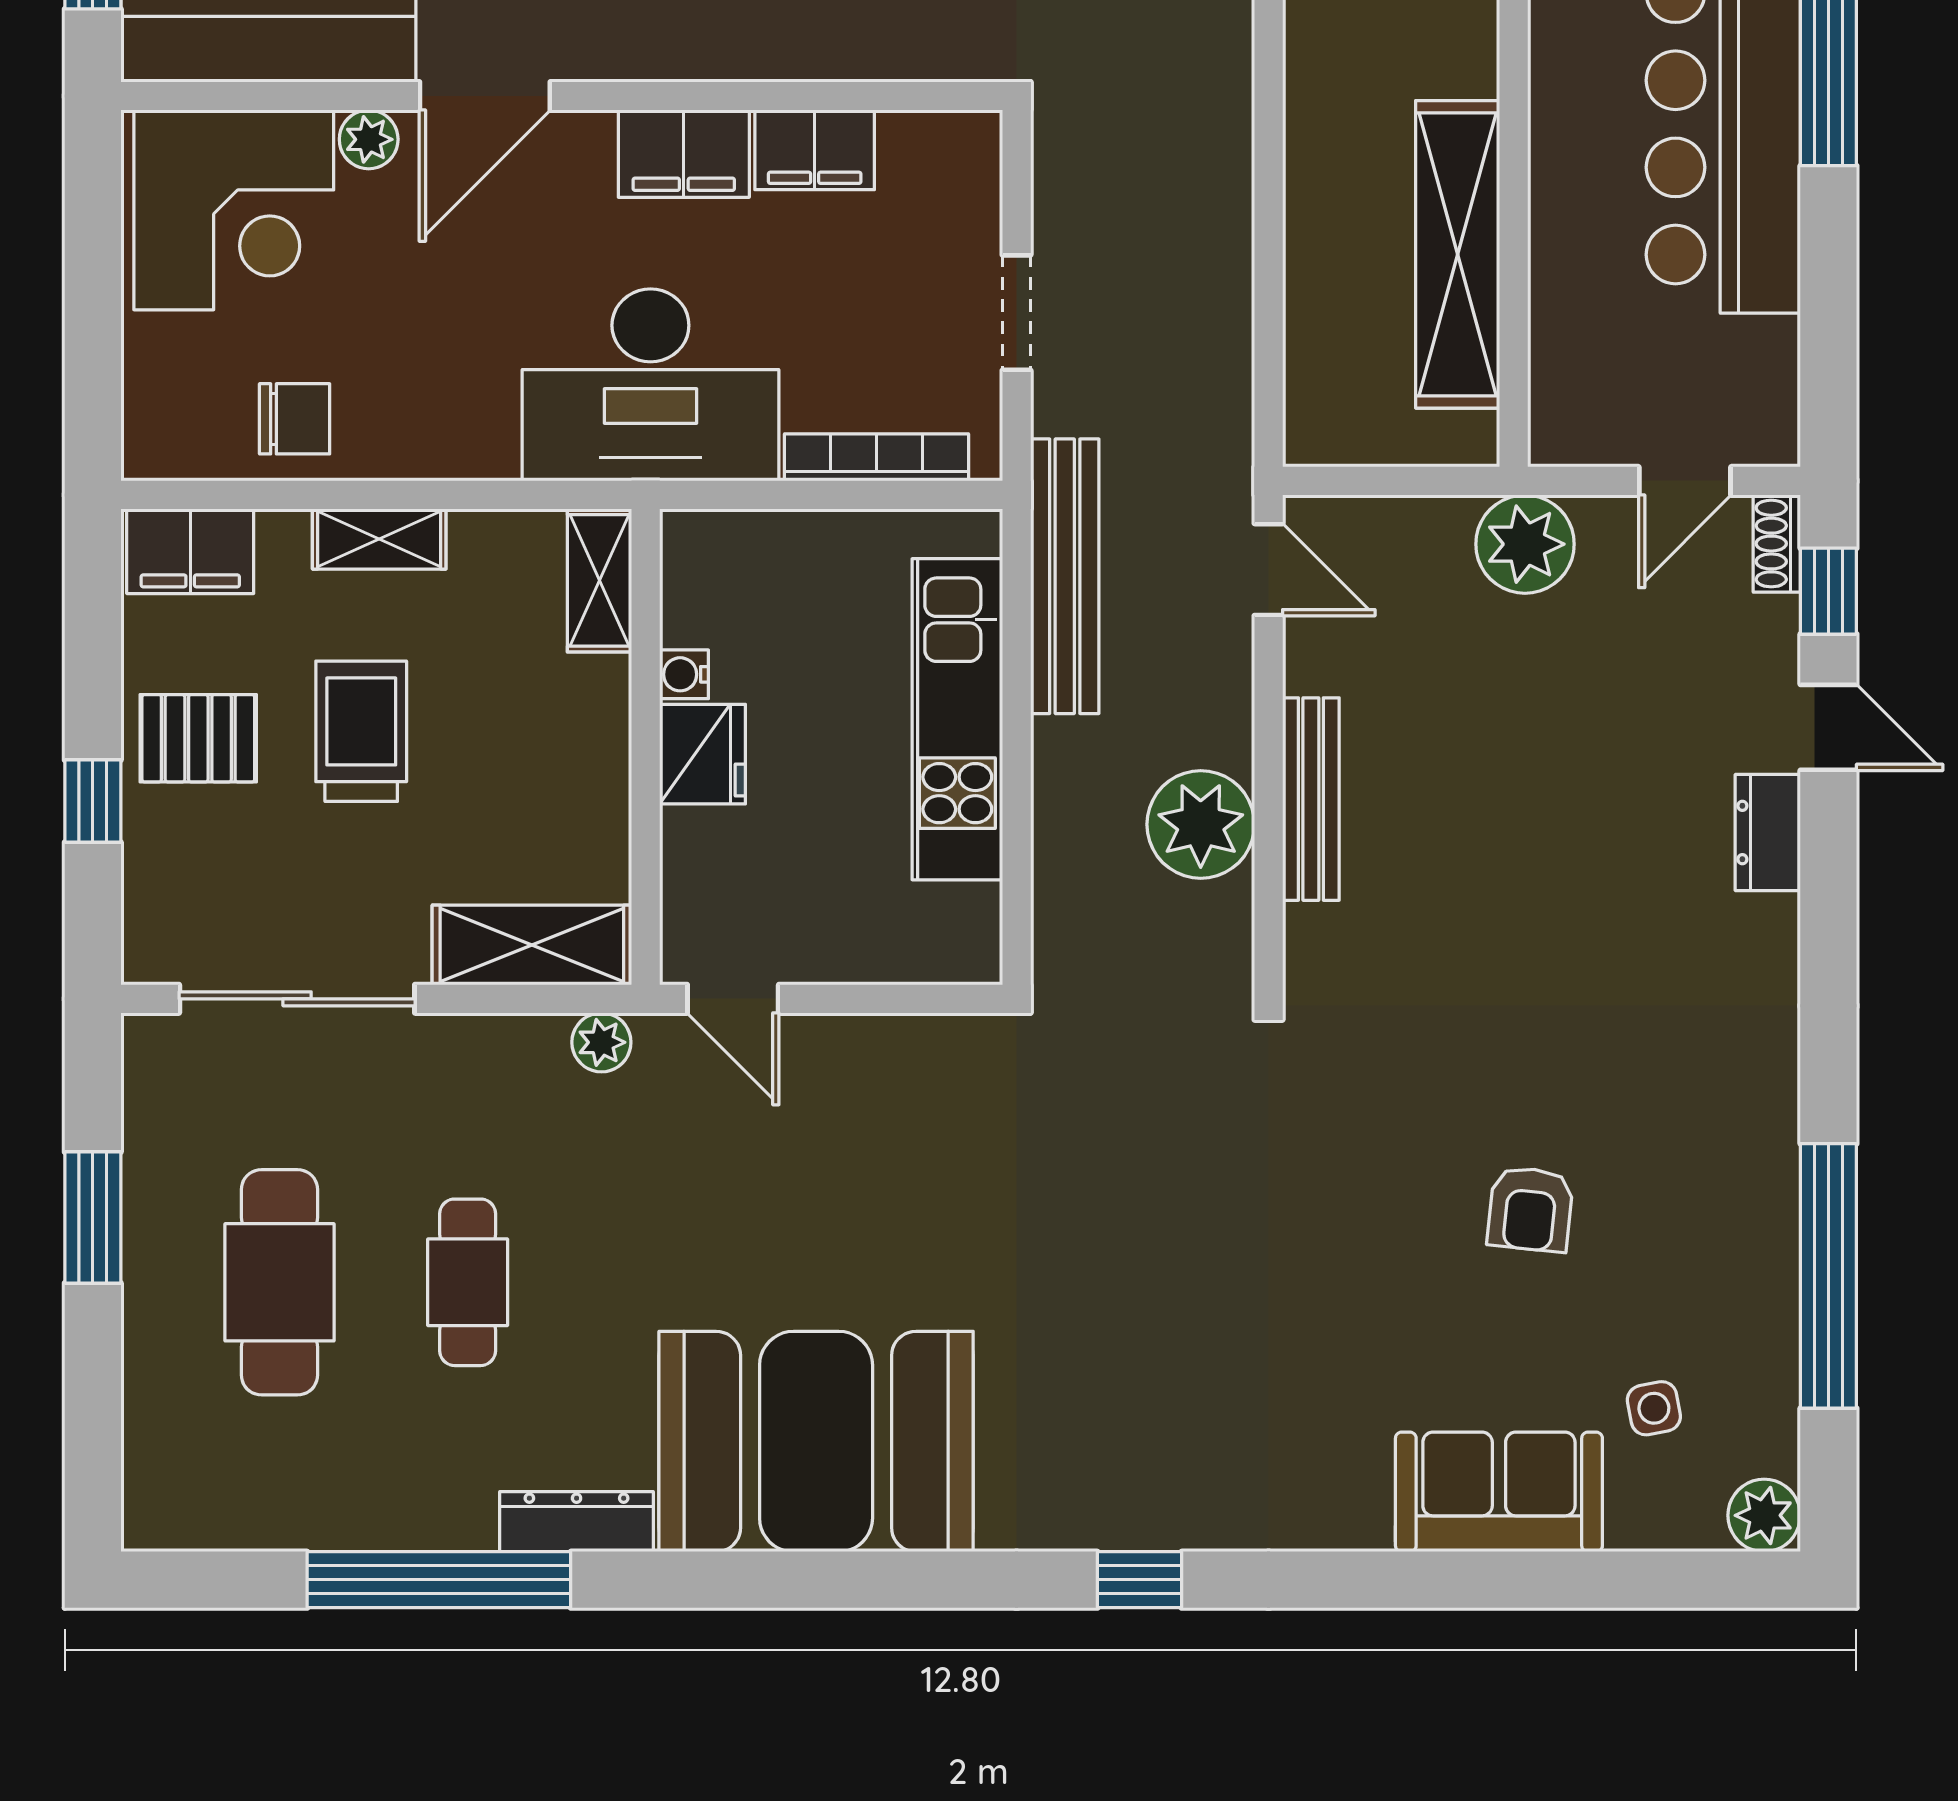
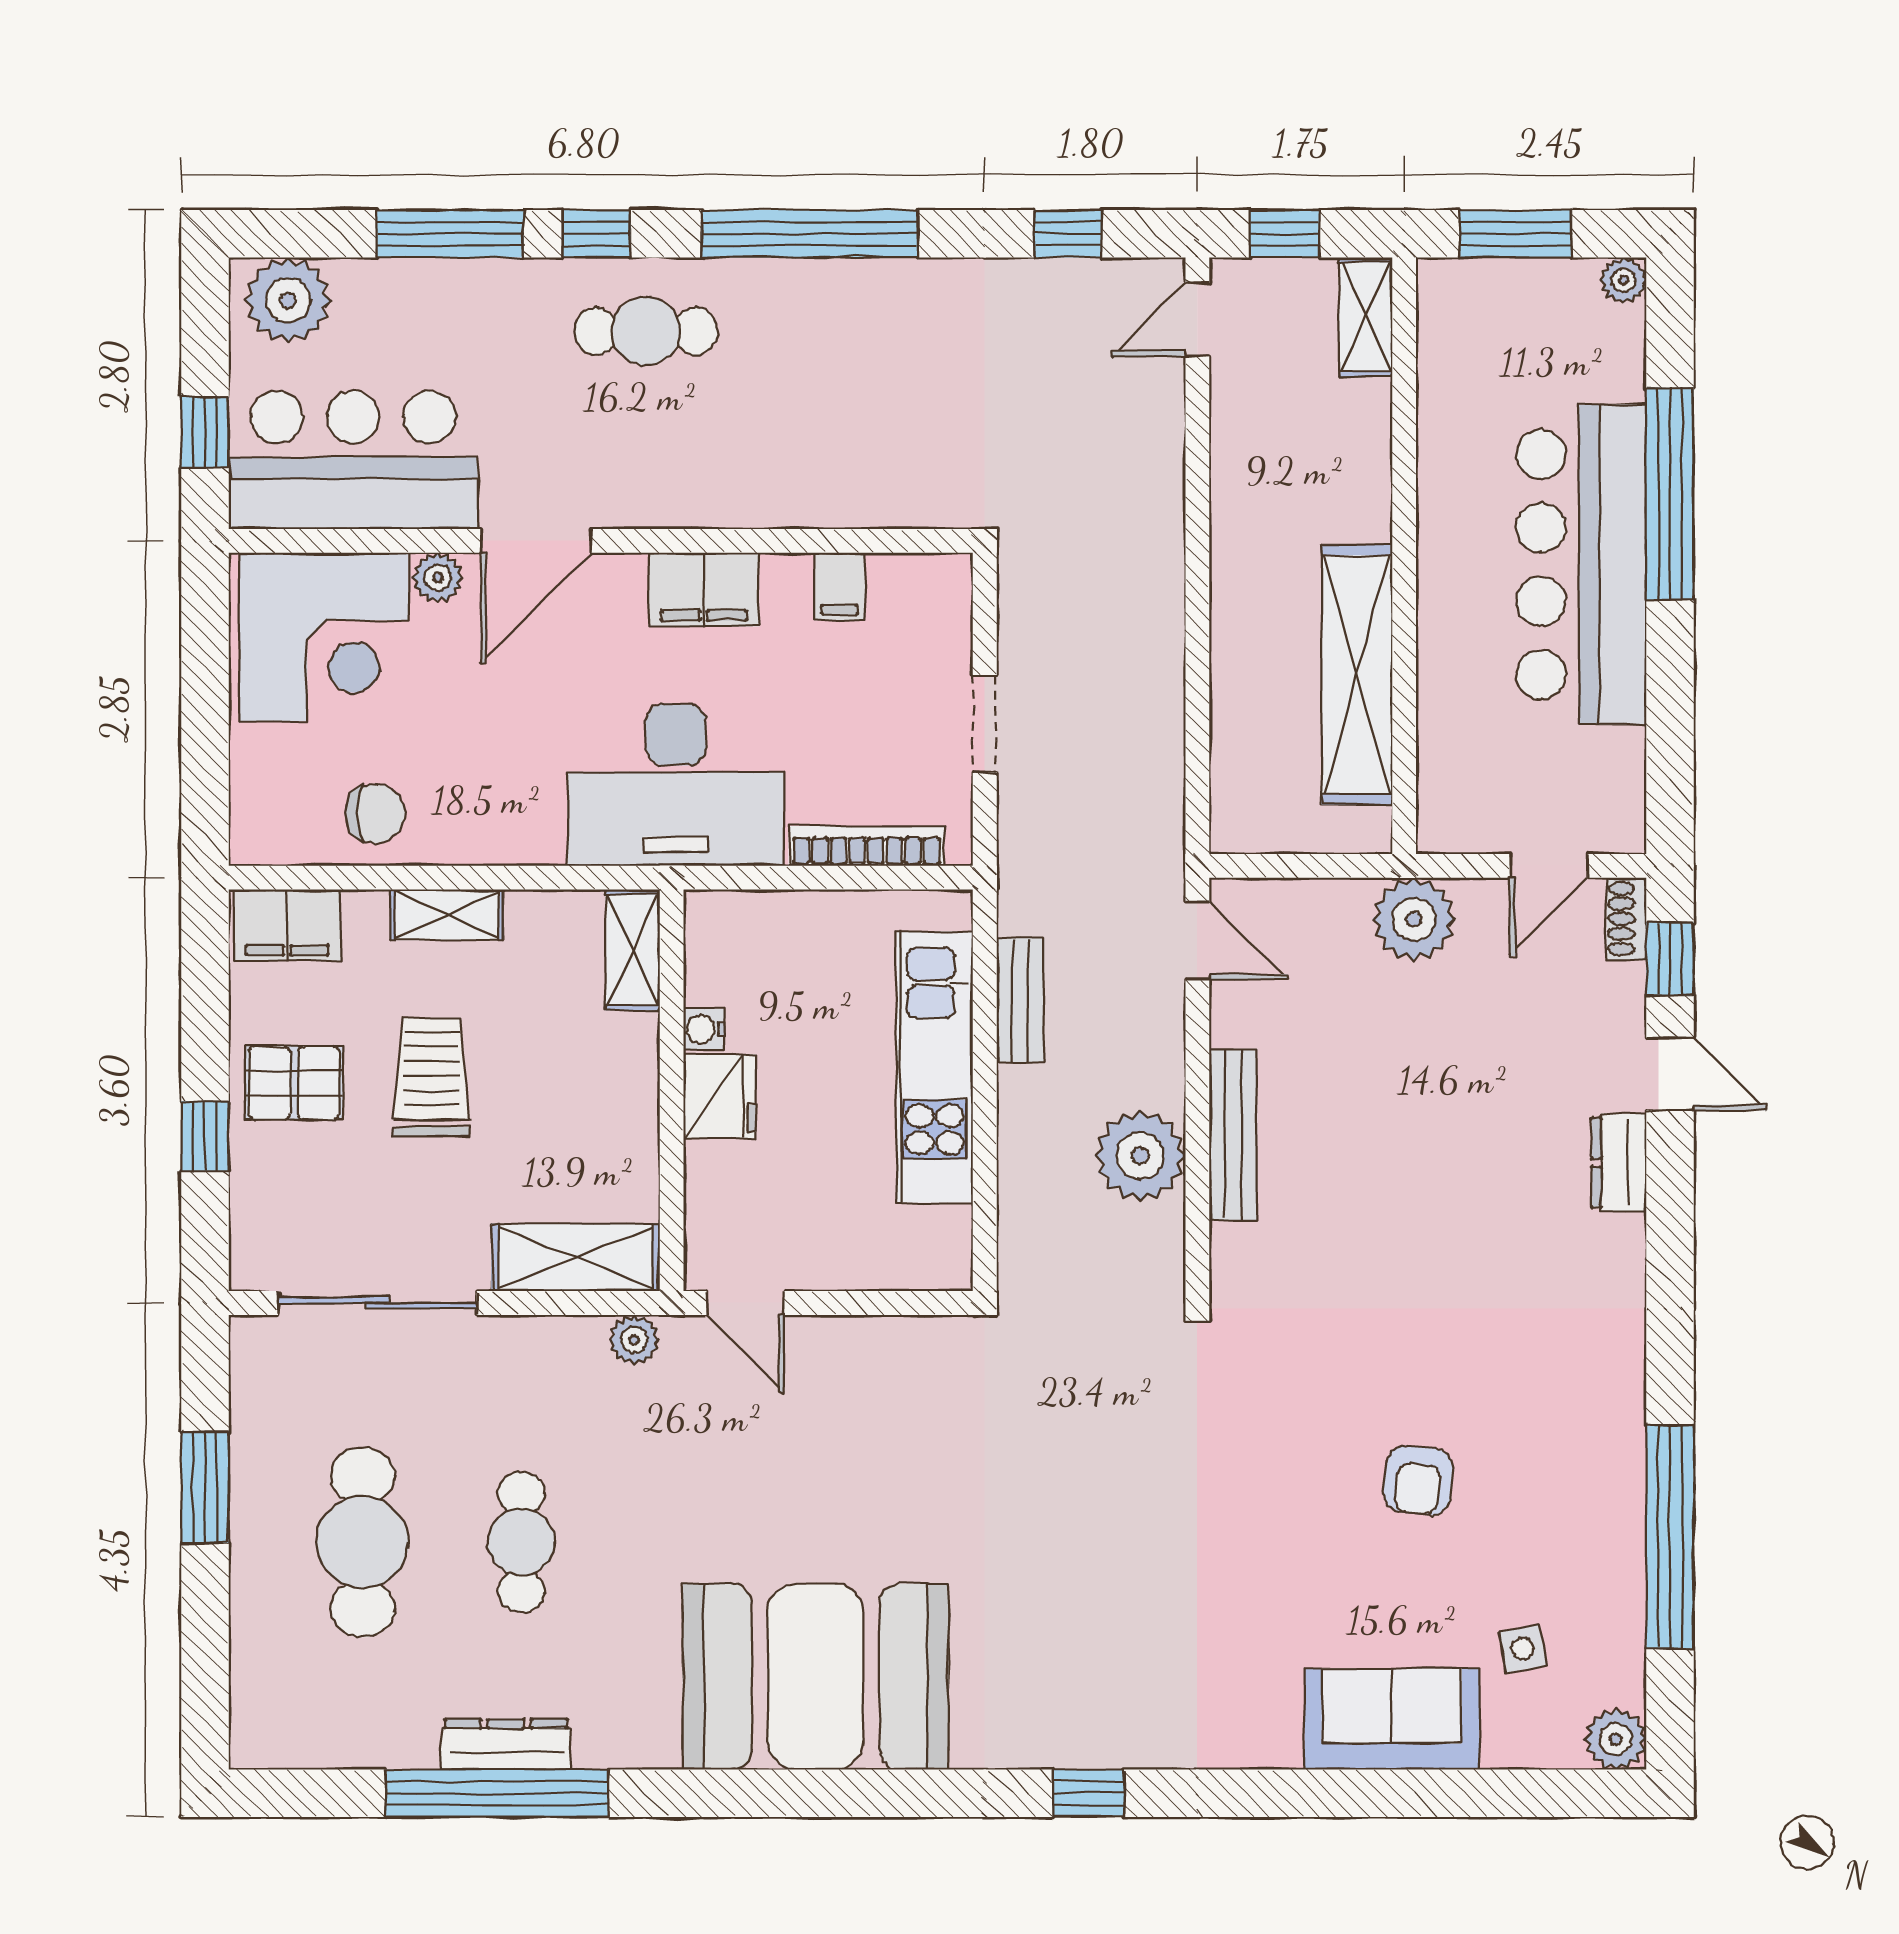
filing cabinet: (815, 150) -> (840, 586), width x0.50
bench: (1065, 576) -> (1020, 1000), width x0.54, depth x0.82
dresser: (577, 1522) -> (506, 1744), moved

